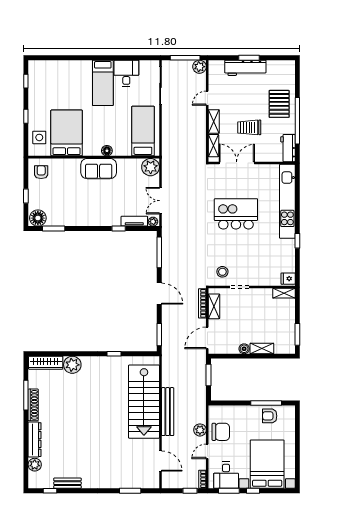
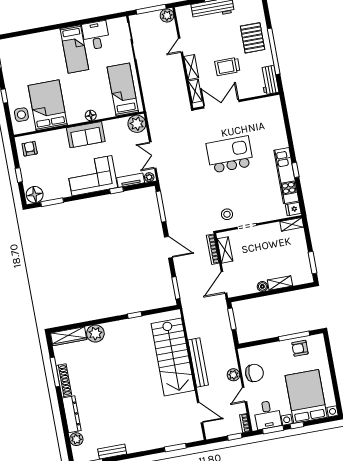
kitchen unit: (287, 201) -> (286, 176), moved, width x0.73
corner sofa: (97, 210) -> (92, 176), added

